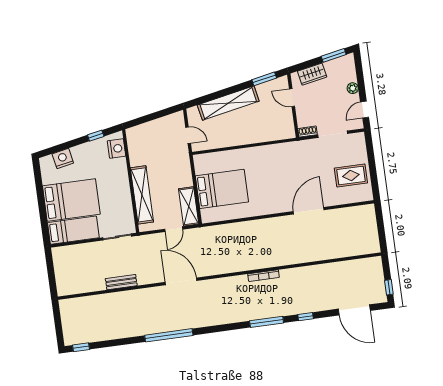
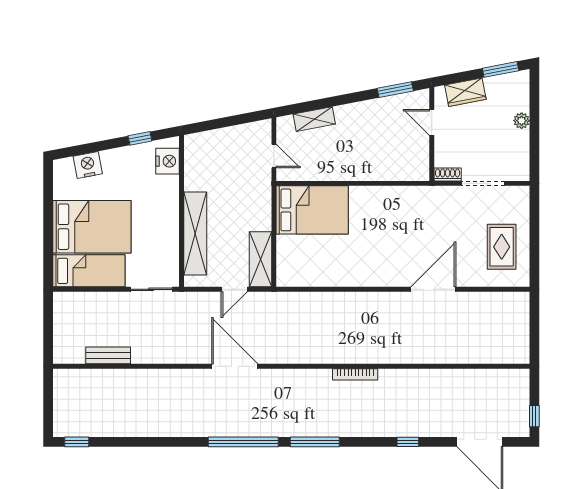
shelving: (228, 103) -> (314, 119), width x0.45, depth x0.75
door: (365, 110) -> (534, 154), removed
rug: (351, 176) -> (502, 247), turned 90
bed: (222, 189) -> (312, 210), moved
bench: (121, 282) -> (108, 355), moved
window: (267, 322) -> (315, 442), moved
window: (169, 335) -> (243, 442), moved

